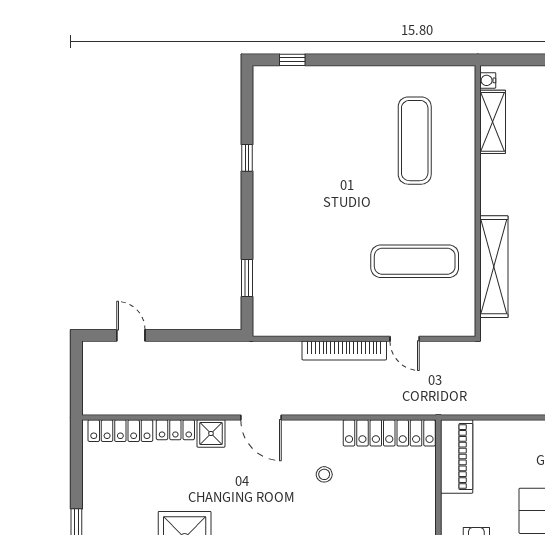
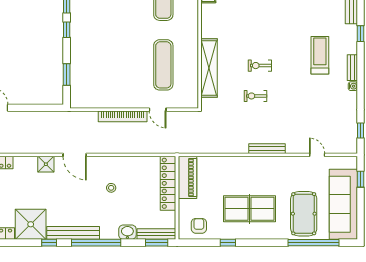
window: (247, 200) -> (67, 30), added
exercise mat: (415, 261) -> (163, 65), turned 90
locker: (175, 430) -> (25, 162), removed
locker: (389, 433) -> (168, 183), moved, turned 90

